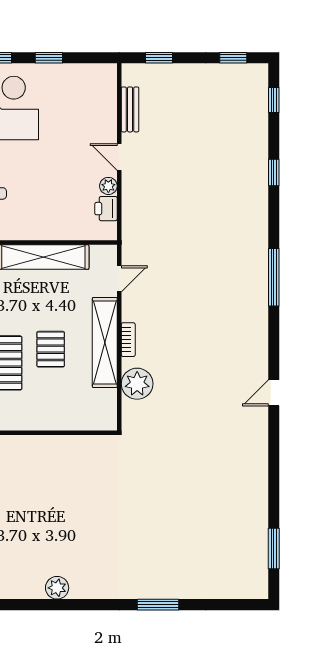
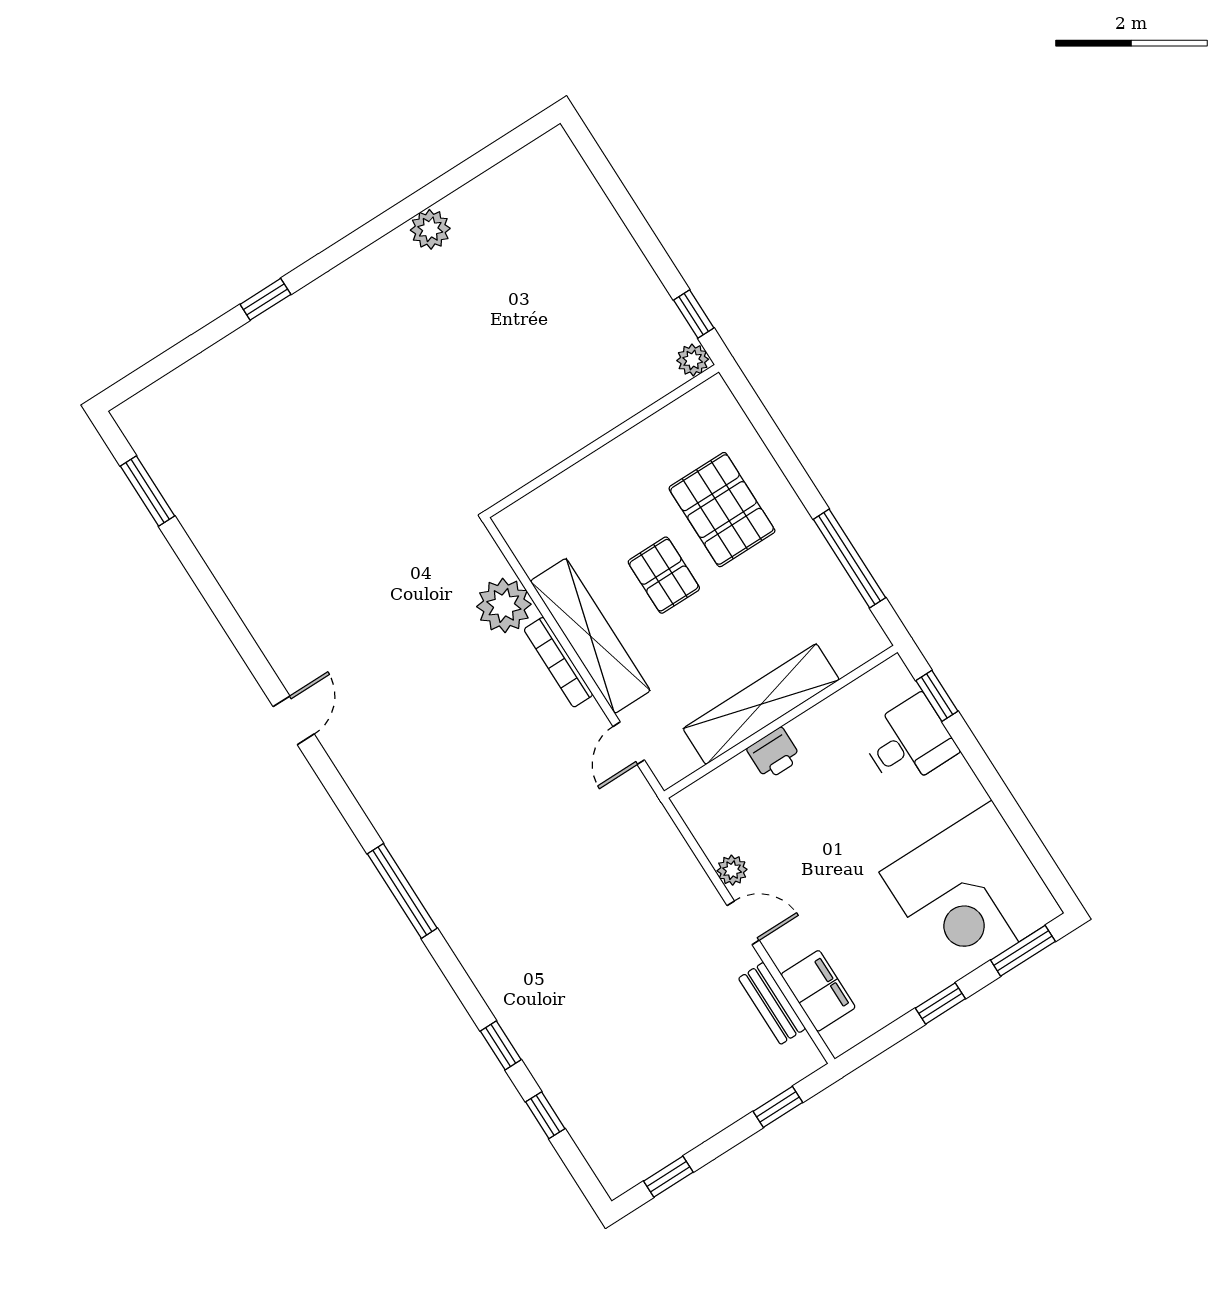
window: (274, 100) -> (545, 1115), moved
filing cabinet: (104, 101) -> (818, 991), added
printer: (106, 209) -> (774, 754), moved, turned 90
bookcase: (128, 340) -> (558, 662), width x1.56
window: (158, 605) -> (265, 299), width x0.67

